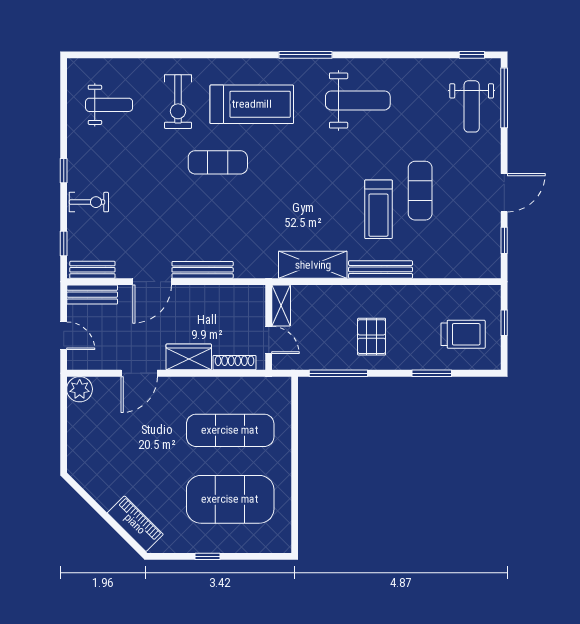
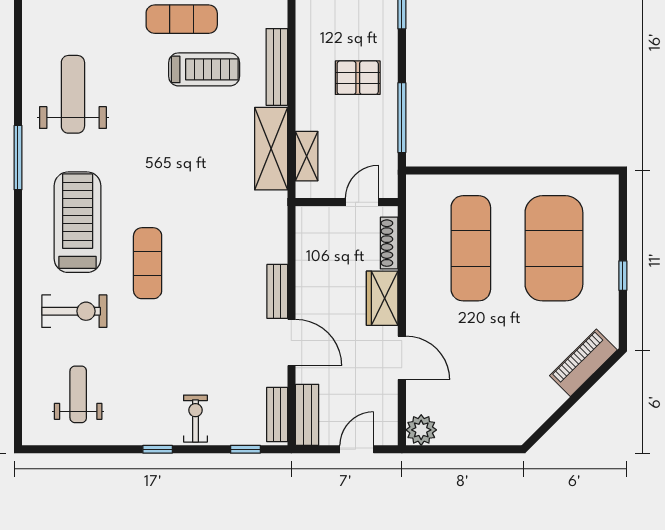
bench: (203, 270) -> (277, 291), width x0.73
shelving: (281, 306) -> (307, 156), moved, turned 90

